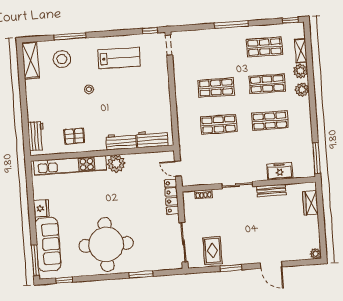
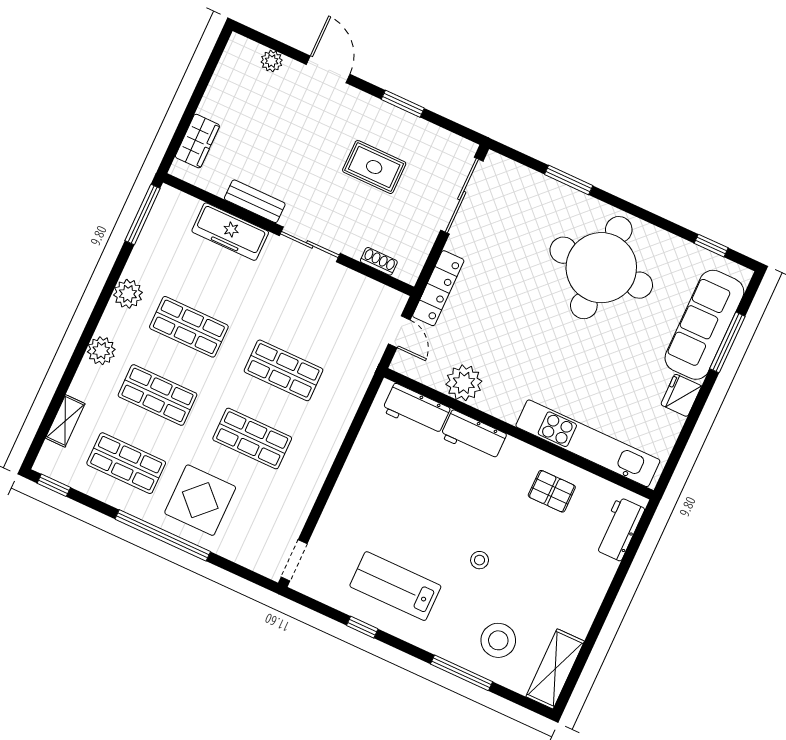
window: (231, 25) -> (163, 535), width x1.46
window: (150, 31) -> (362, 627), moved
display table: (224, 49) -> (200, 500), added
plant: (300, 71) -> (128, 294), moved
plant: (116, 164) -> (464, 383), moved
freezer: (280, 171) -> (230, 232), width x1.40
rug: (213, 251) -> (374, 167), moved, turned 90
plant: (316, 254) -> (272, 61), moved
window: (35, 260) -> (727, 342), moved

